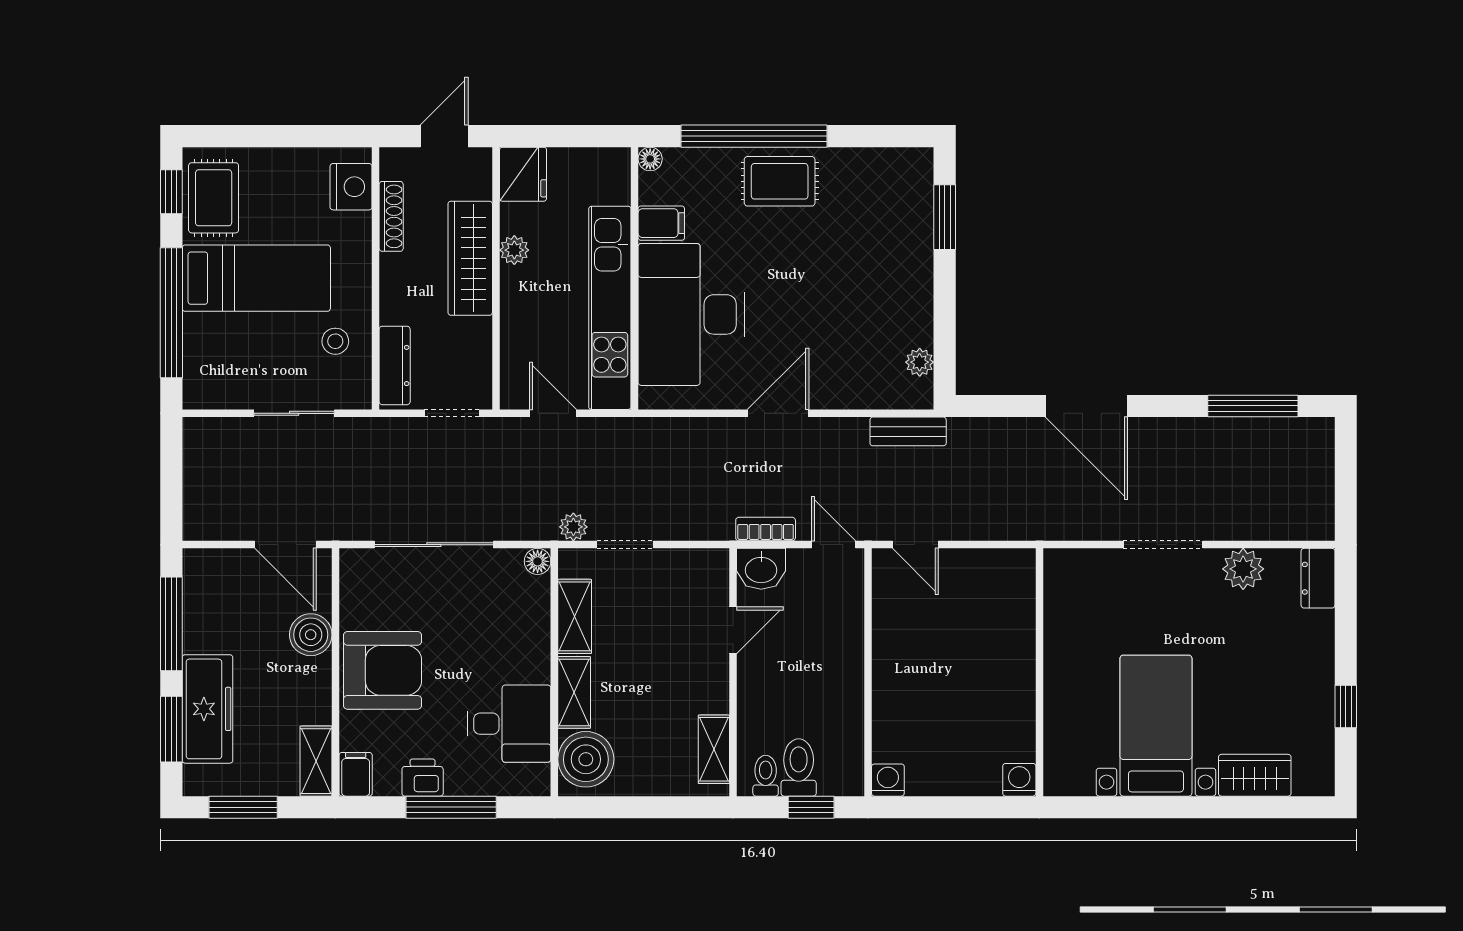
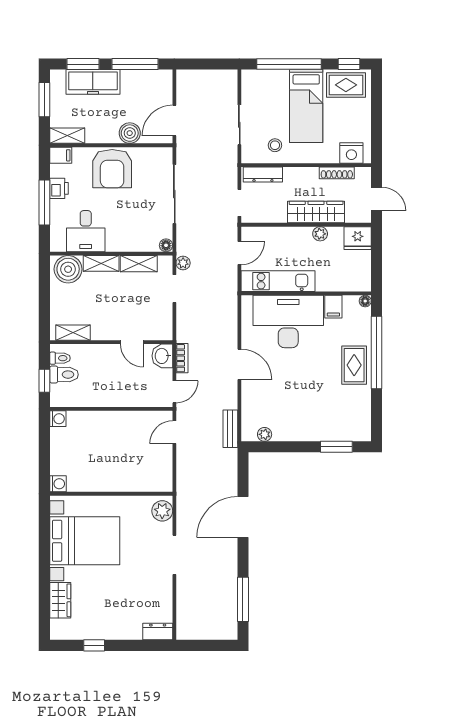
kitchen unit: (610, 308) -> (278, 281), width x0.73
plant: (1243, 569) -> (162, 511), moved
bed with nightstands: (1156, 726) -> (85, 541), width x1.36

